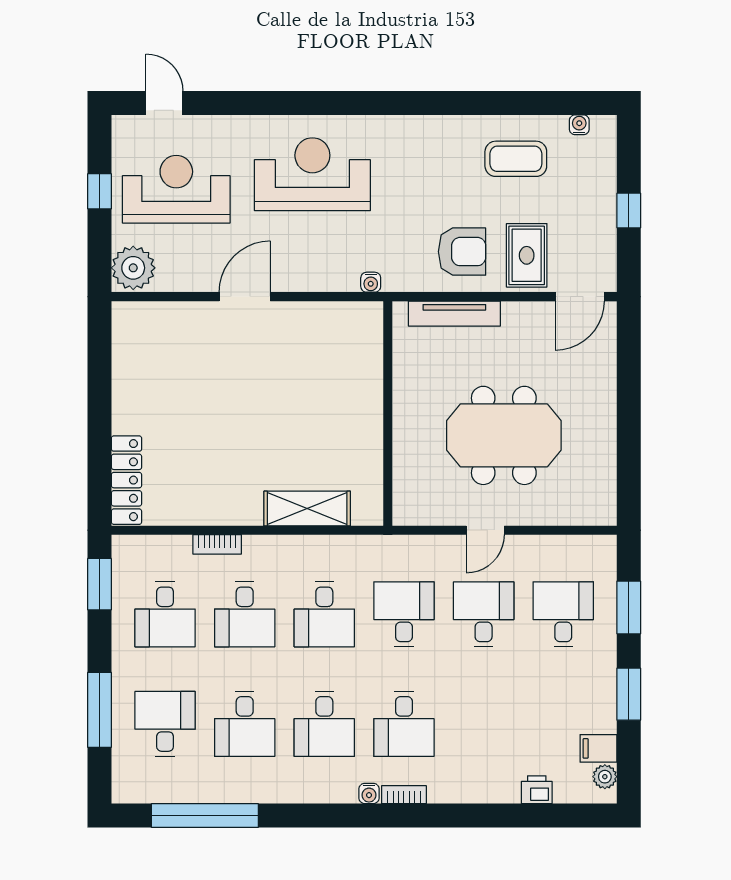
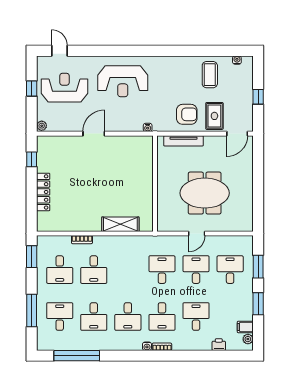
coffee table: (516, 159) -> (210, 75), turned 90
reception desk: (312, 174) -> (123, 81), turned 180
plant: (133, 268) -> (42, 126), width x0.53, depth x0.53
window: (100, 357) -> (32, 159), added
locker: (126, 480) -> (43, 192), moved
desk: (324, 614) -> (196, 317), moved, turned 180

